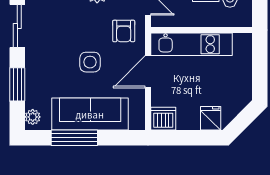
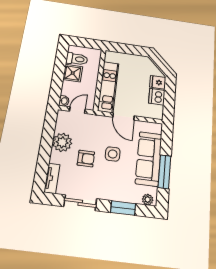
armchair: (124, 31) -> (86, 159), moved
dishwasher: (163, 119) -> (157, 97), moved

